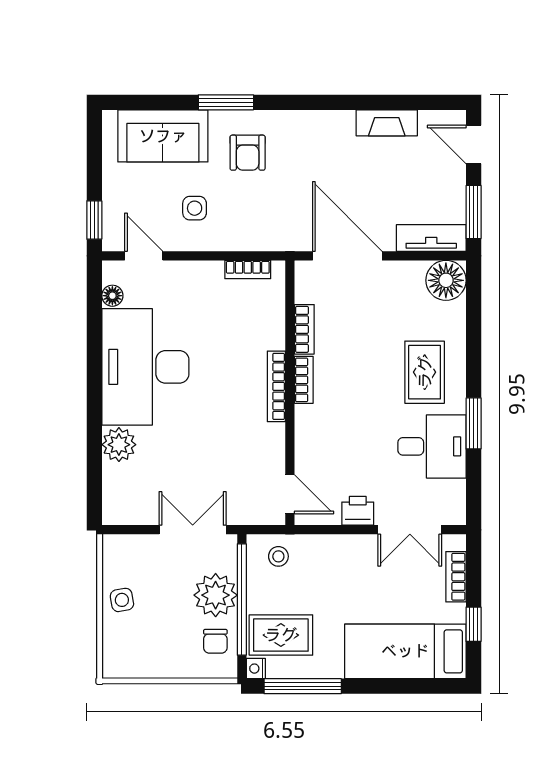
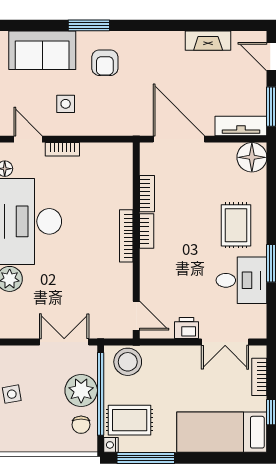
bookcase: (248, 270) -> (62, 149), moved
stool: (278, 556) -> (128, 362), width x1.89, depth x1.89

